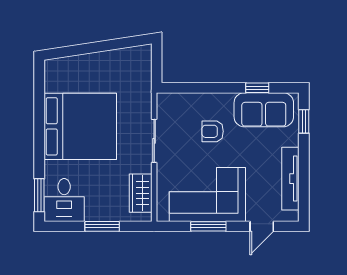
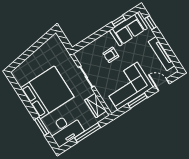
window: (39, 195) -> (42, 126), moved
desk: (64, 200) -> (65, 130), width x1.37
window: (102, 226) -> (88, 133), width x1.44
door: (262, 226) -> (162, 85), swing flipped

